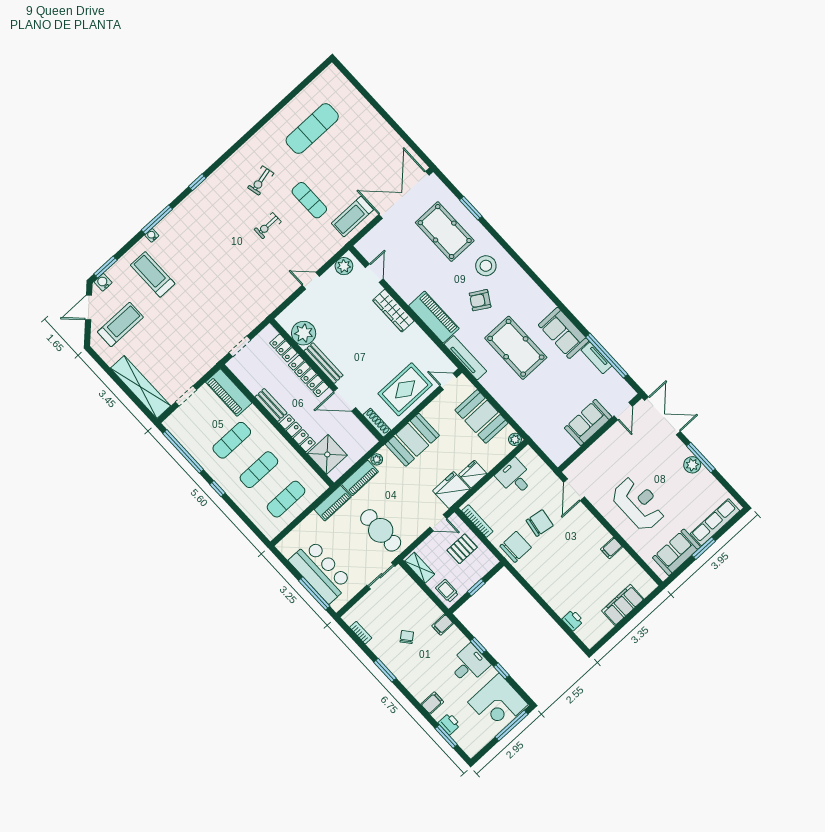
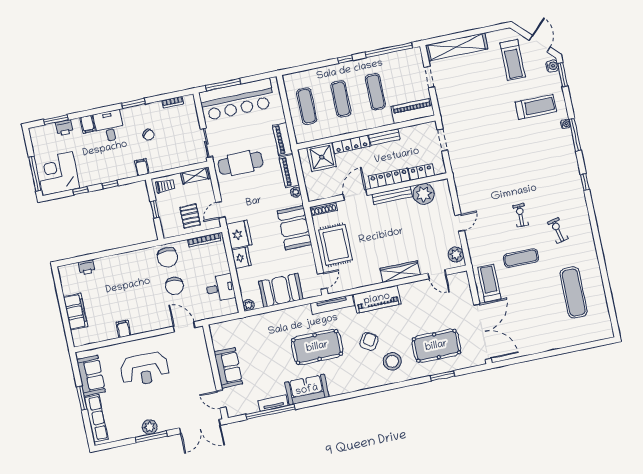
bar counter: (321, 571) -> (237, 100), width x1.36
desk: (469, 665) -> (109, 126), moved, turned 180

